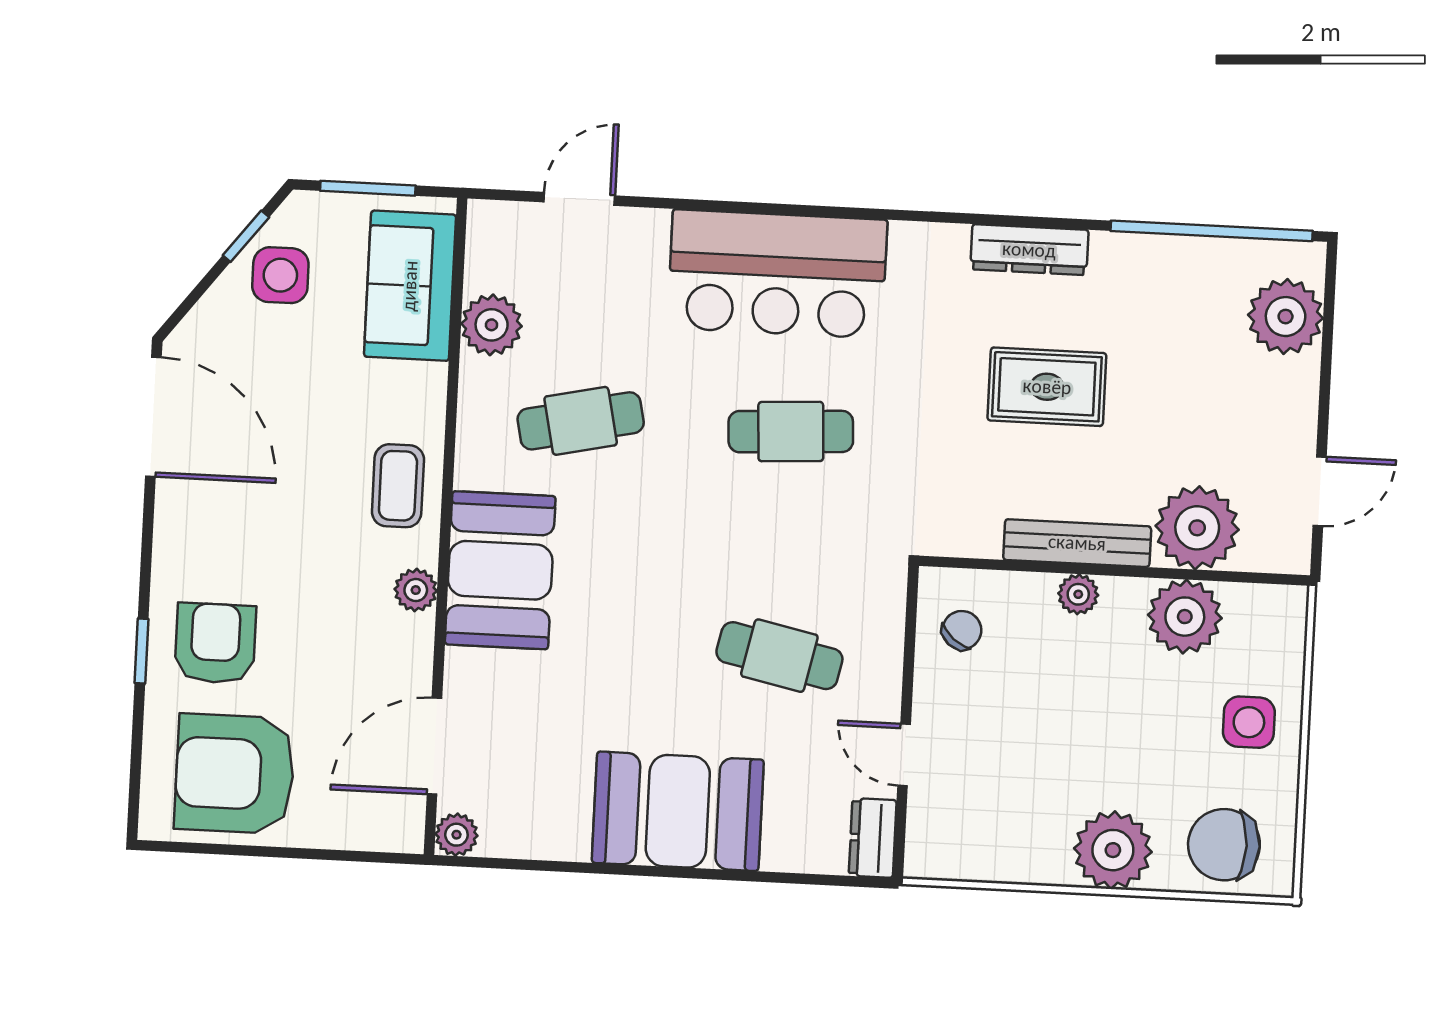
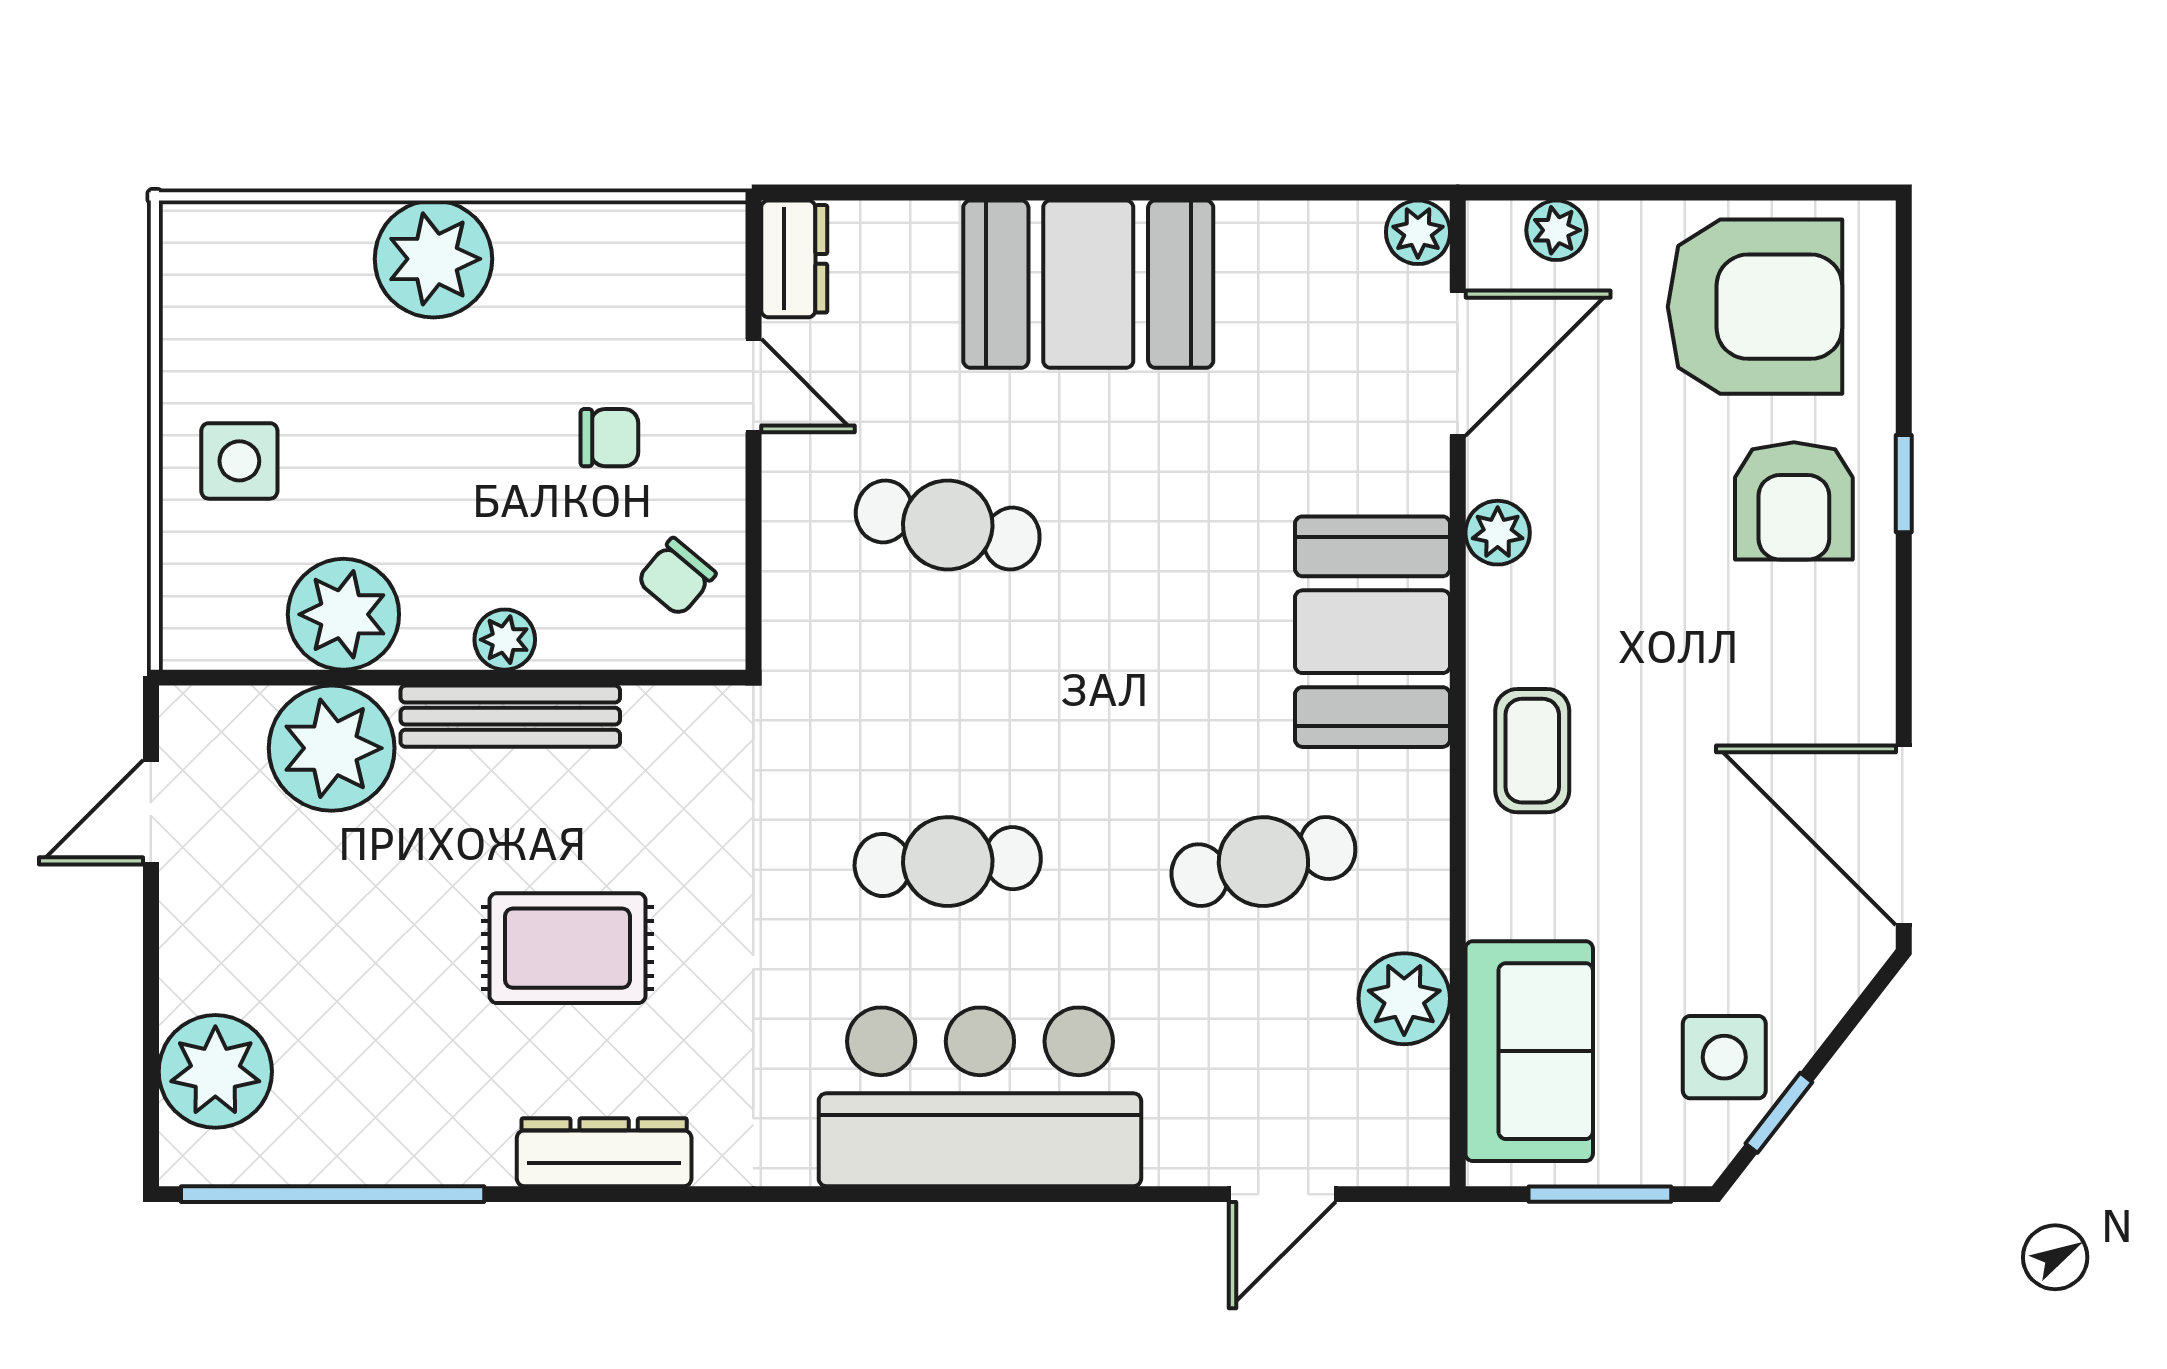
plant: (416, 590) -> (1498, 533), moved
plant: (364, 831) -> (1556, 230), added
chair: (1224, 845) -> (609, 438), moved, width x0.54, depth x0.54

